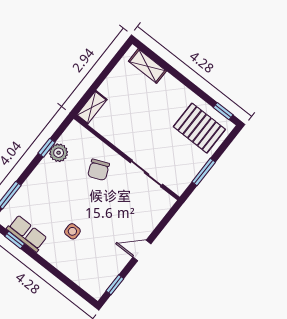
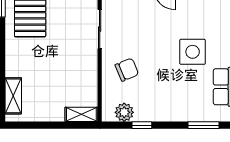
plant: (59, 153) -> (124, 112), moved
side table: (72, 231) -> (193, 52), width x1.87, depth x1.87

